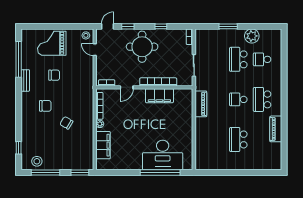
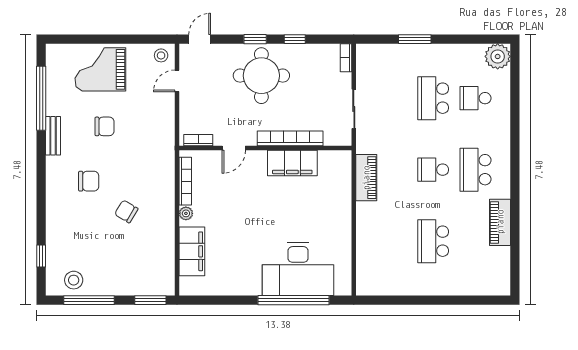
window: (128, 26) -> (255, 39), moved
plant: (252, 36) -> (498, 56), moved
door: (95, 50) -> (177, 81), hinge flipped

